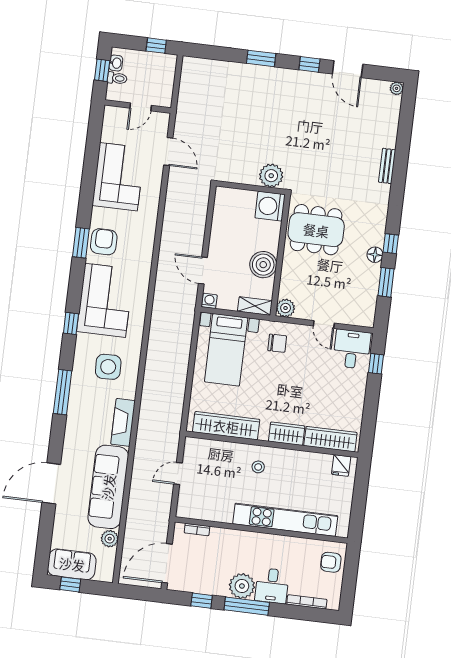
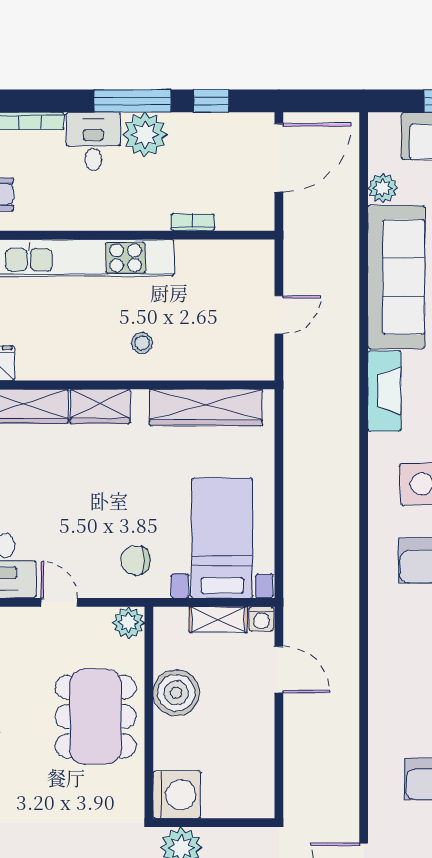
dining table: (316, 230) -> (96, 717), moved, turned 90
shelving: (255, 306) -> (218, 620), moved
bookcase: (197, 530) -> (193, 222), moved

